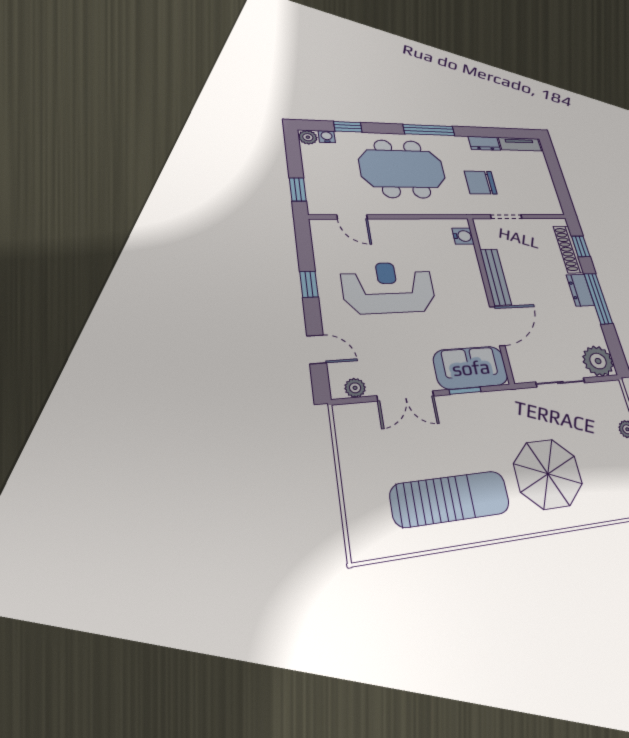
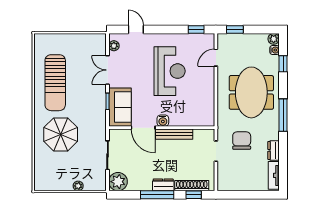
water cooler: (463, 236) -> (163, 121), moved
window: (309, 284) -> (196, 29), moved
door: (317, 349) -> (136, 29), swing flipped

